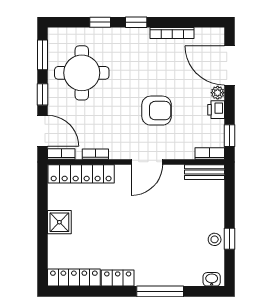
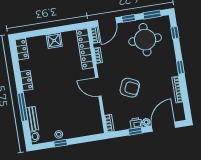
window: (100, 22) -> (175, 33), moved
armchair: (157, 111) -> (130, 88), turned -66
window: (229, 136) -> (135, 131), moved
bench: (204, 172) -> (32, 119), moved
locker: (74, 278) -> (22, 49), width x0.66

